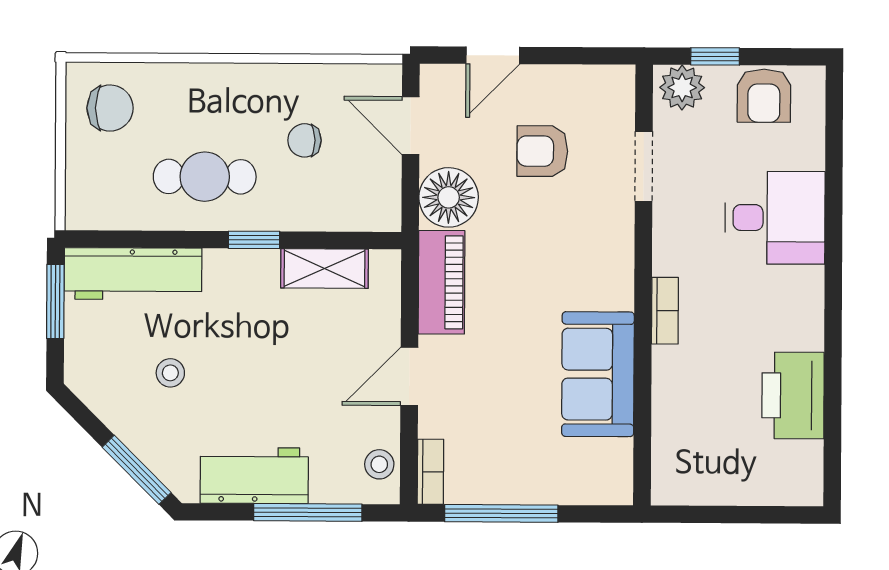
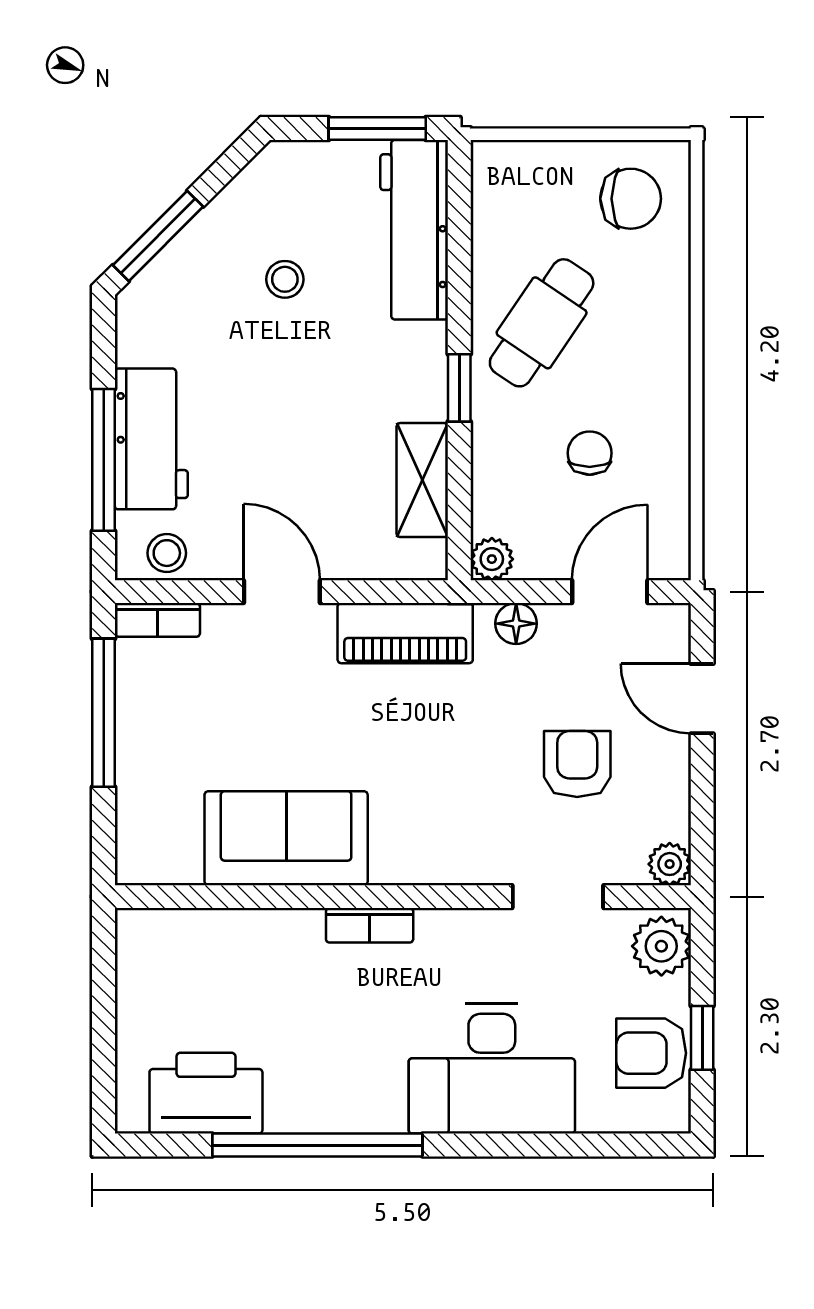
window: (715, 56) -> (702, 1038), moved
plant: (619, 81) -> (670, 864), added
chair: (110, 108) -> (631, 199), turned -90
cafe table: (205, 177) -> (542, 323), turned 34
floor lamp: (449, 197) -> (516, 624), width x0.53, depth x0.53
plant: (385, 216) -> (492, 559), added
desk: (775, 218) -> (492, 1069), width x1.37
window: (833, 351) -> (317, 1145), added
printer: (793, 395) -> (206, 1093), moved
workbench: (254, 476) -> (151, 439), moved

